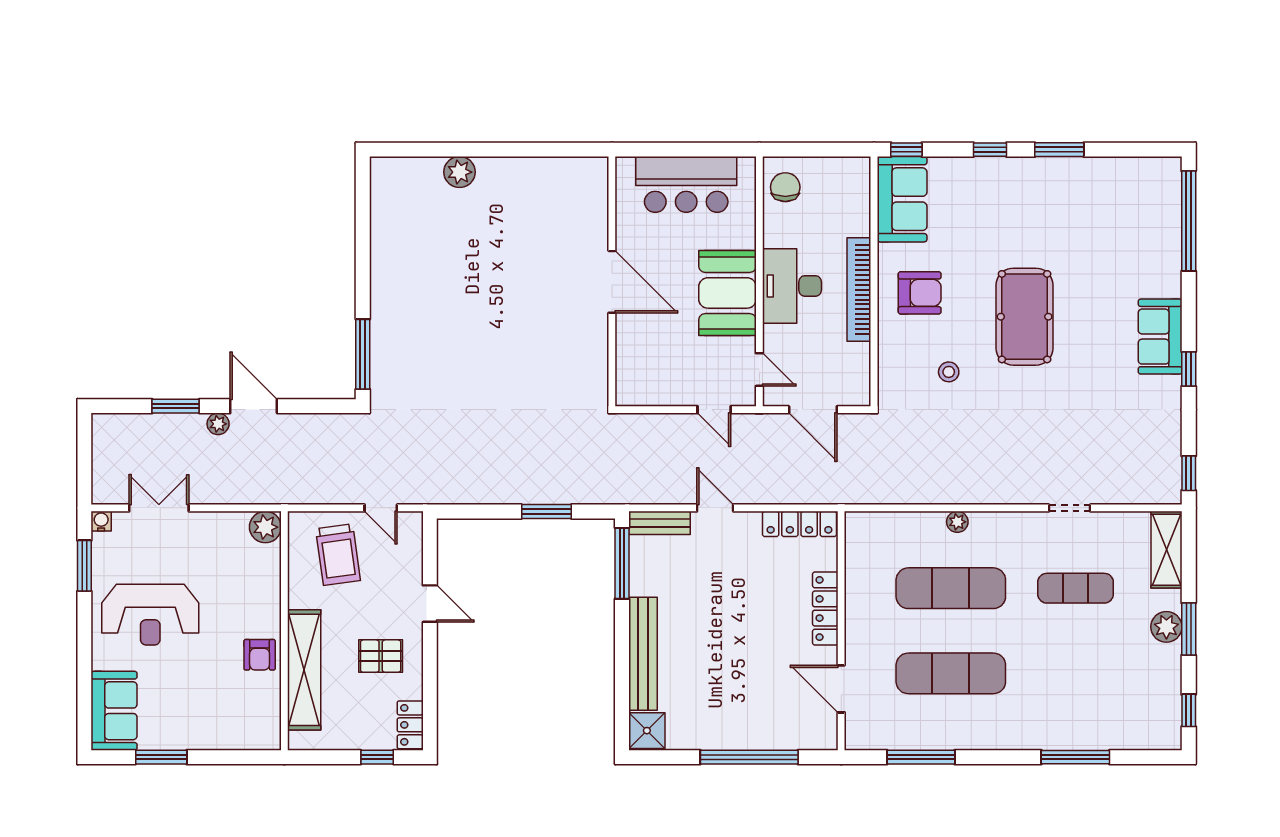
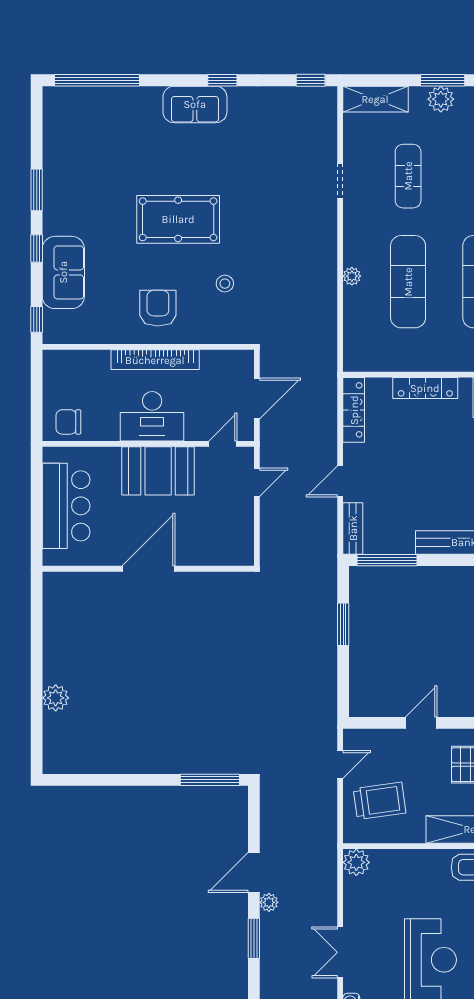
sofa: (902, 199) -> (63, 272), moved, turned 90

